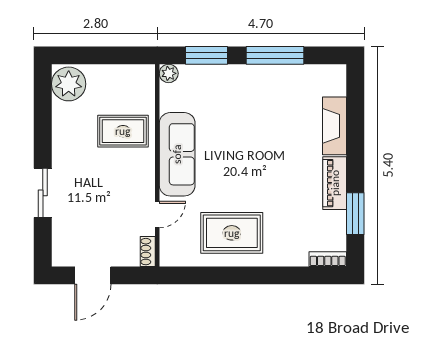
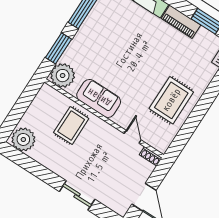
plant: (169, 73) -> (63, 76), width x1.87, depth x1.87
sofa: (177, 154) -> (99, 98), width x0.73

